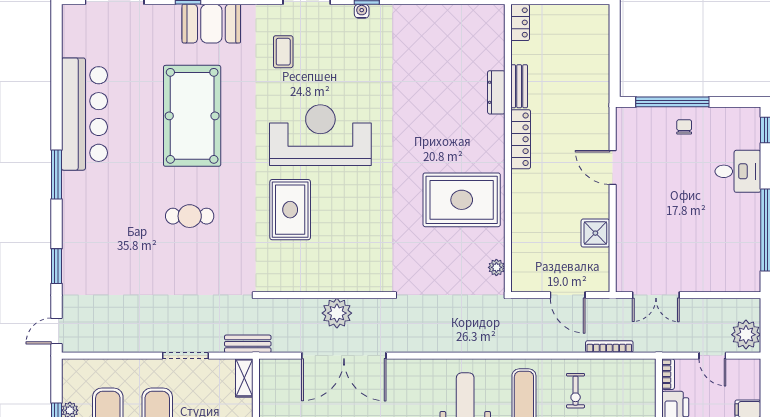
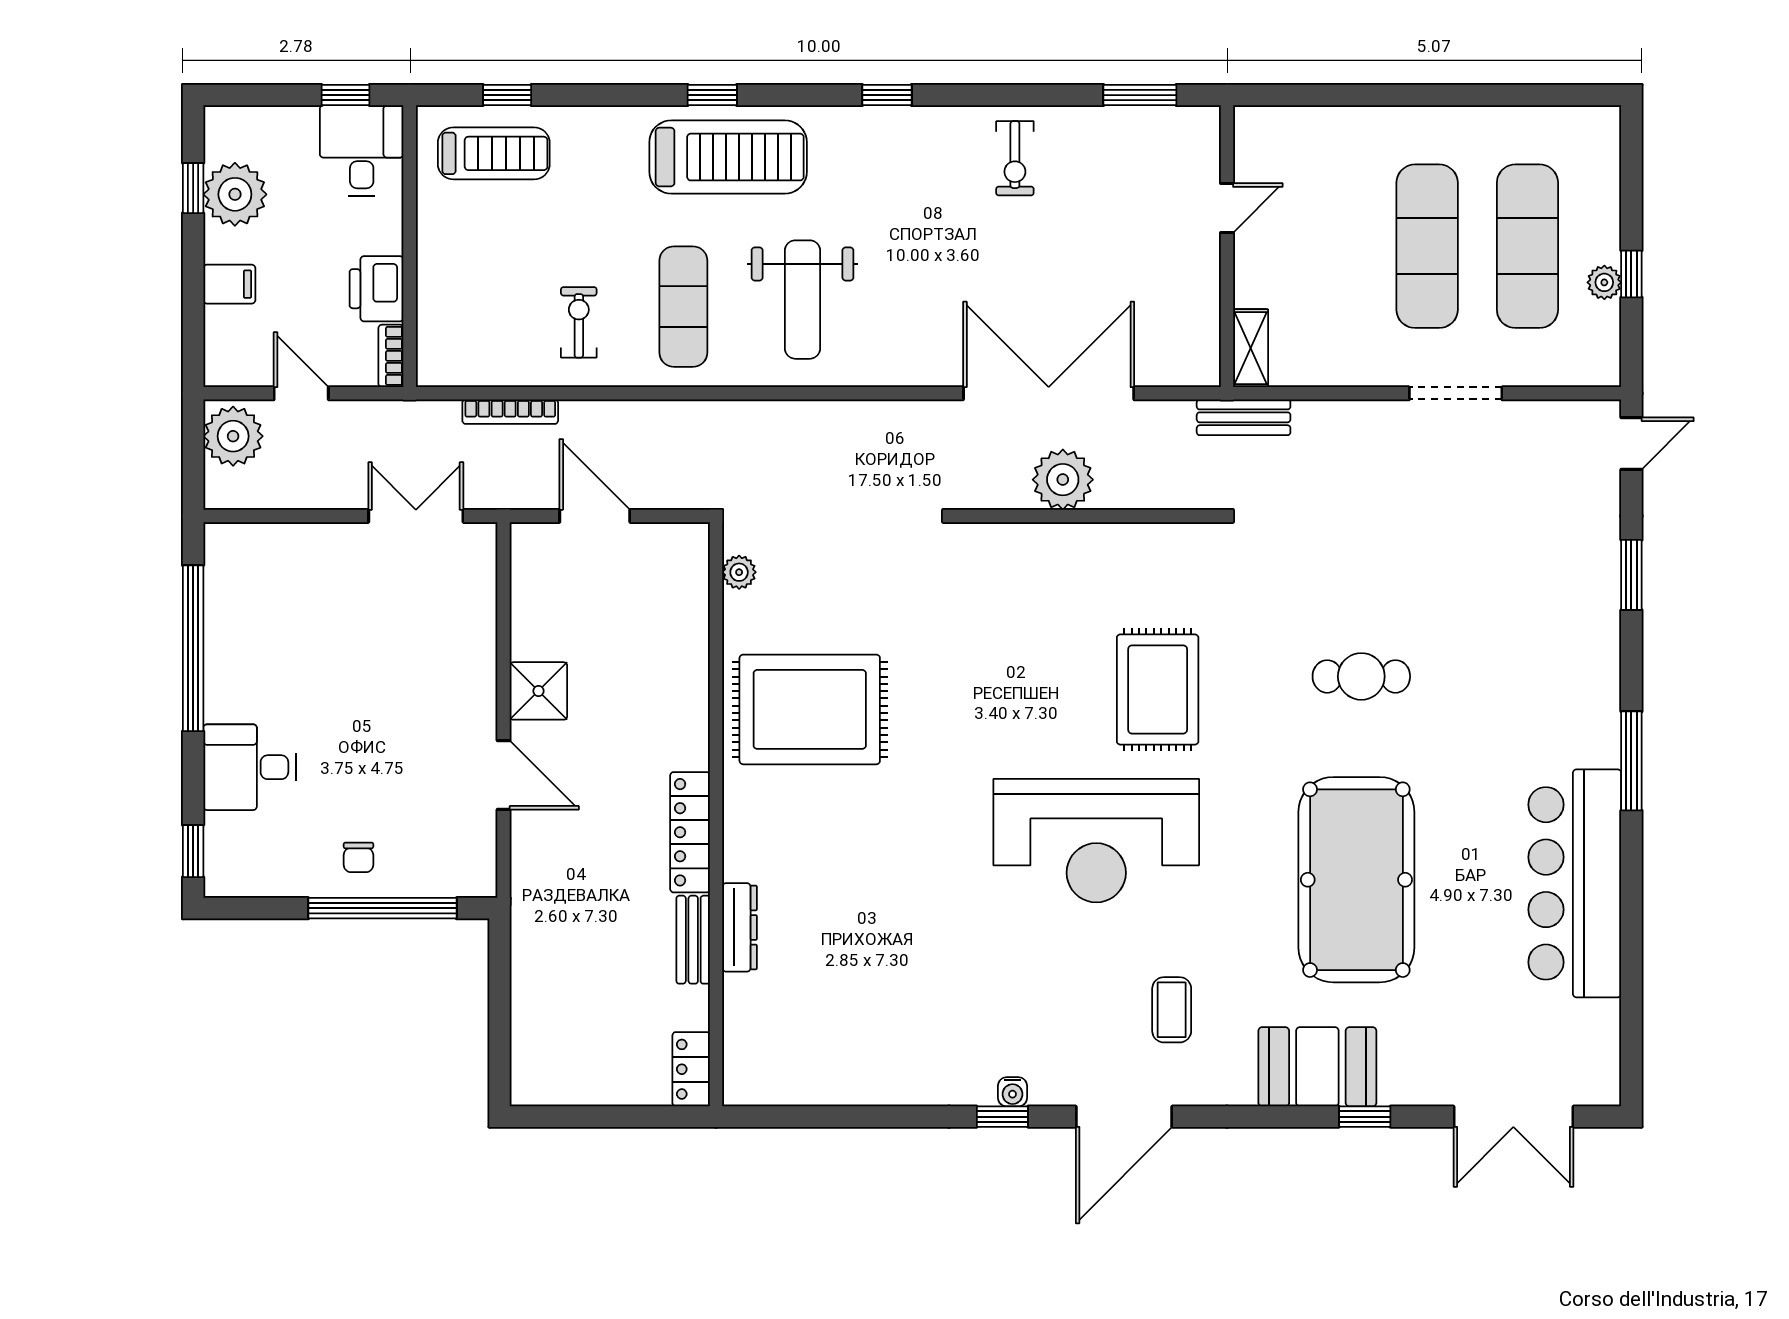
shower: (595, 233) -> (538, 691), moved
doorway: (185, 356) -> (1456, 393), moved

